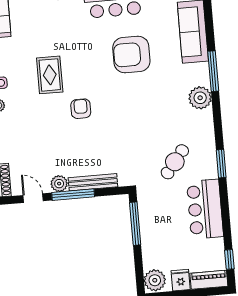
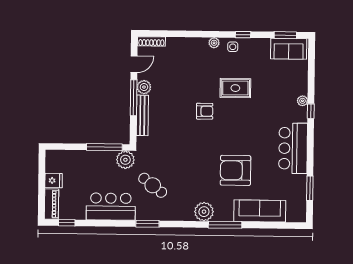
armchair: (131, 54) -> (235, 170), moved, turned -90
plant: (155, 280) -> (125, 160), moved

